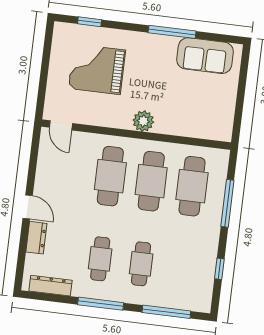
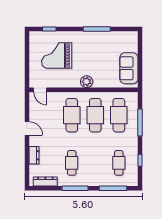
sofa: (205, 56) -> (129, 68), moved, turned 90
door: (28, 207) -> (27, 128), moved
cafe table: (141, 264) -> (119, 163), moved

